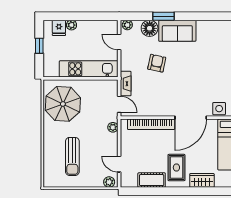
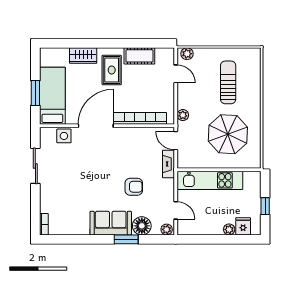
armchair: (157, 63) -> (134, 187), turned -102
parasol: (63, 104) -> (228, 134), moved

